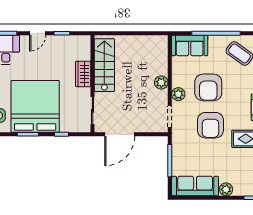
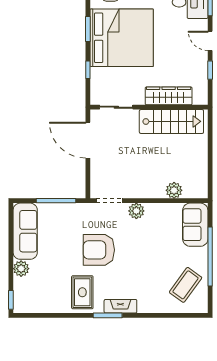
wardrobe: (83, 74) -> (169, 96), width x1.50
plant: (161, 82) -> (174, 190), moved
armchair: (208, 87) -> (145, 247), removed

